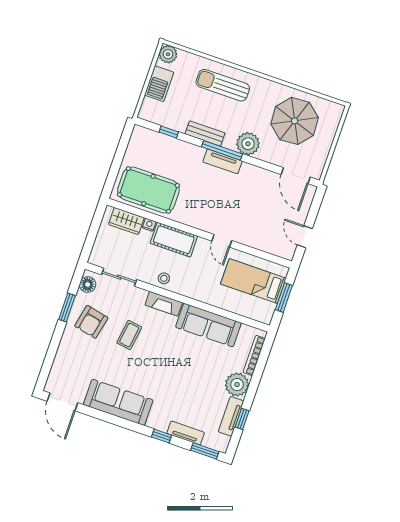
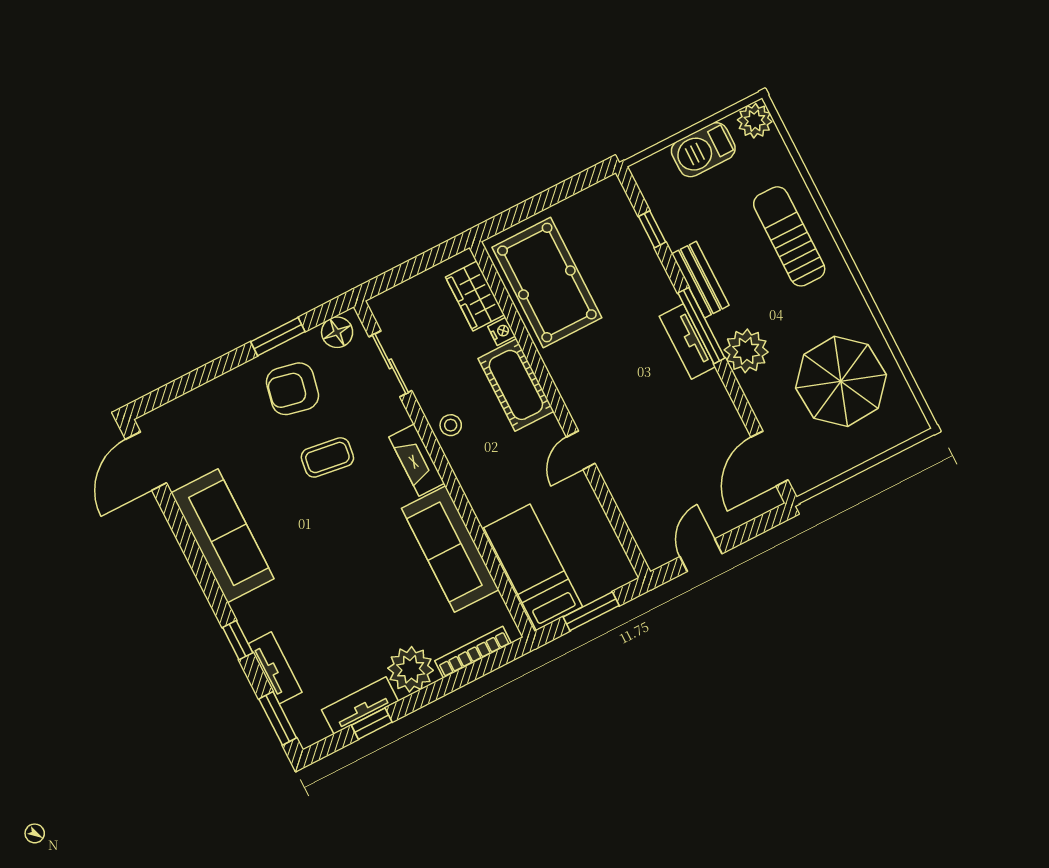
bed: (253, 281) -> (533, 567), moved

